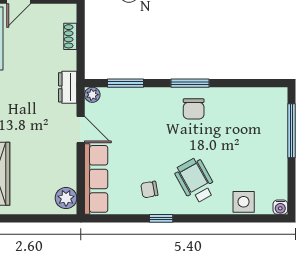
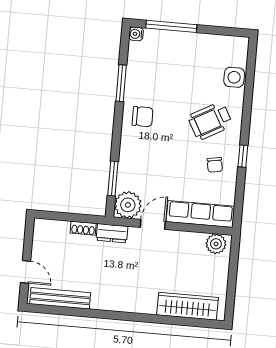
shoe rack: (70, 36) -> (83, 228), moved
window: (190, 83) -> (121, 83), moved
plant: (92, 95) -> (128, 205), width x1.87, depth x1.87
water cooler: (280, 207) -> (136, 34), moved, turned 180

